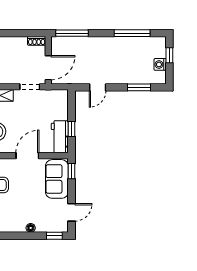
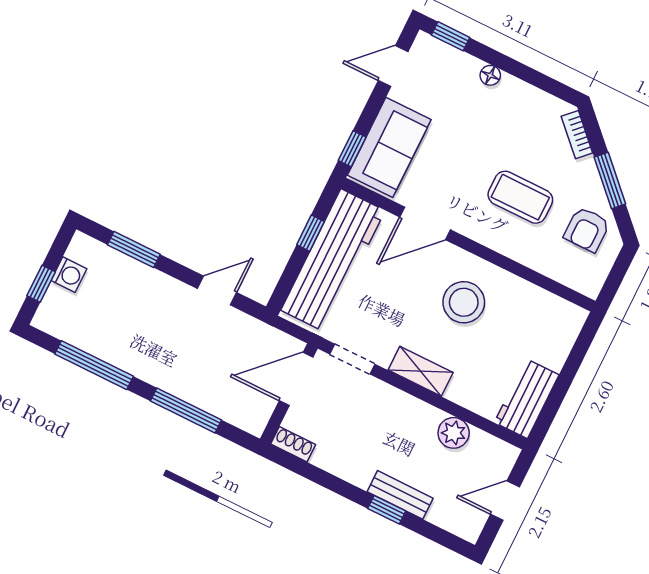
window: (72, 33) -> (186, 411), moved
workbench: (60, 137) -> (333, 260), width x1.88, depth x1.32

